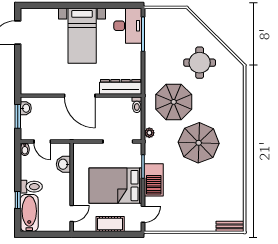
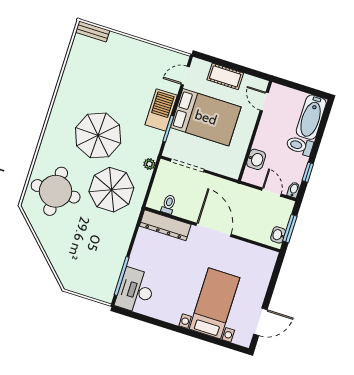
bed with nightstands: (82, 36) -> (214, 303), moved
round table: (200, 63) -> (56, 191), moved, width x1.36, depth x1.36
toilet: (137, 105) -> (169, 204), moved
window: (18, 200) -> (308, 172), moved
door: (72, 214) -> (264, 102), hinge flipped

